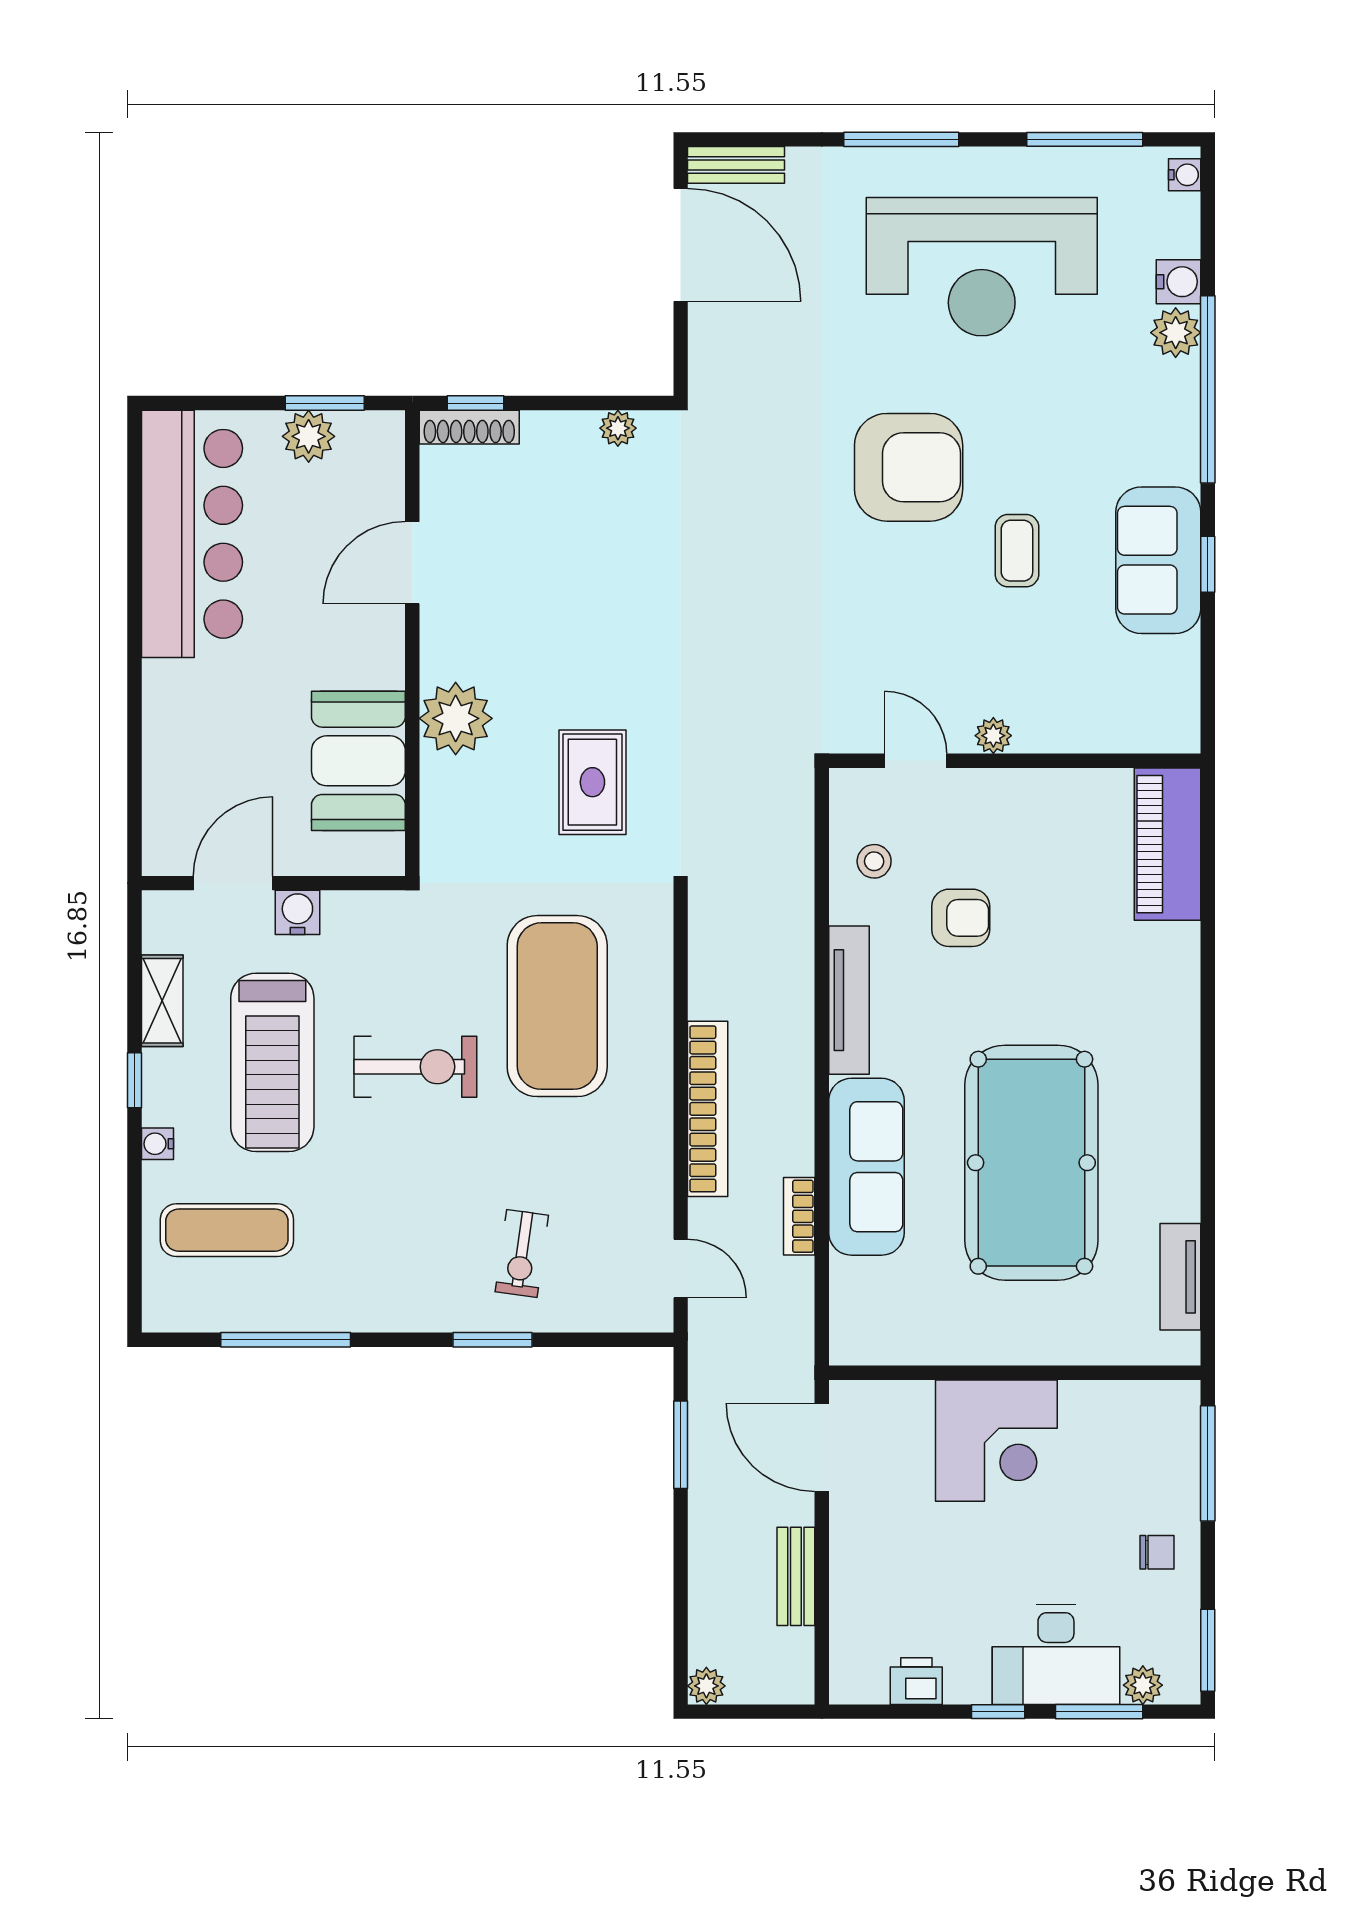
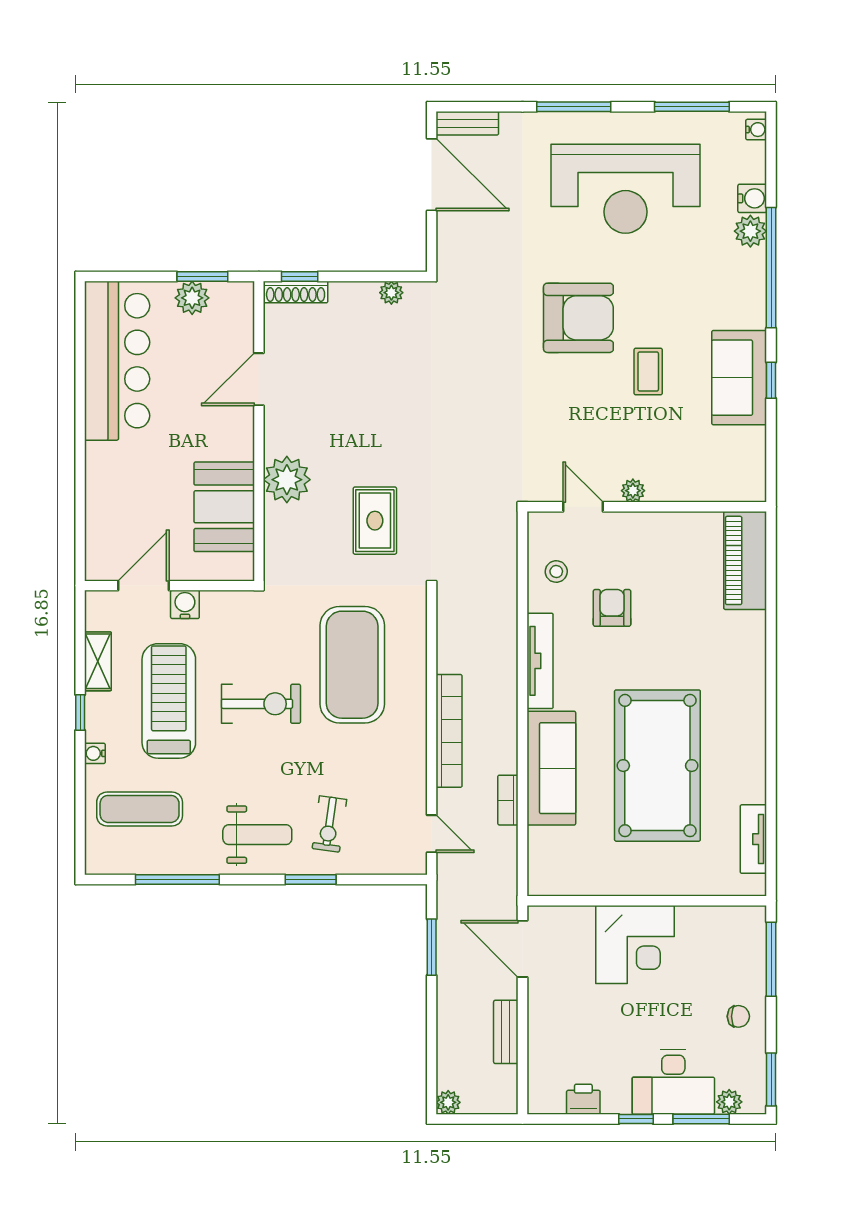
armchair: (961, 918) -> (612, 608), turned -90
treadmill: (272, 1062) -> (169, 701), turned 180
weight bench: (410, 1270) -> (257, 835), added

